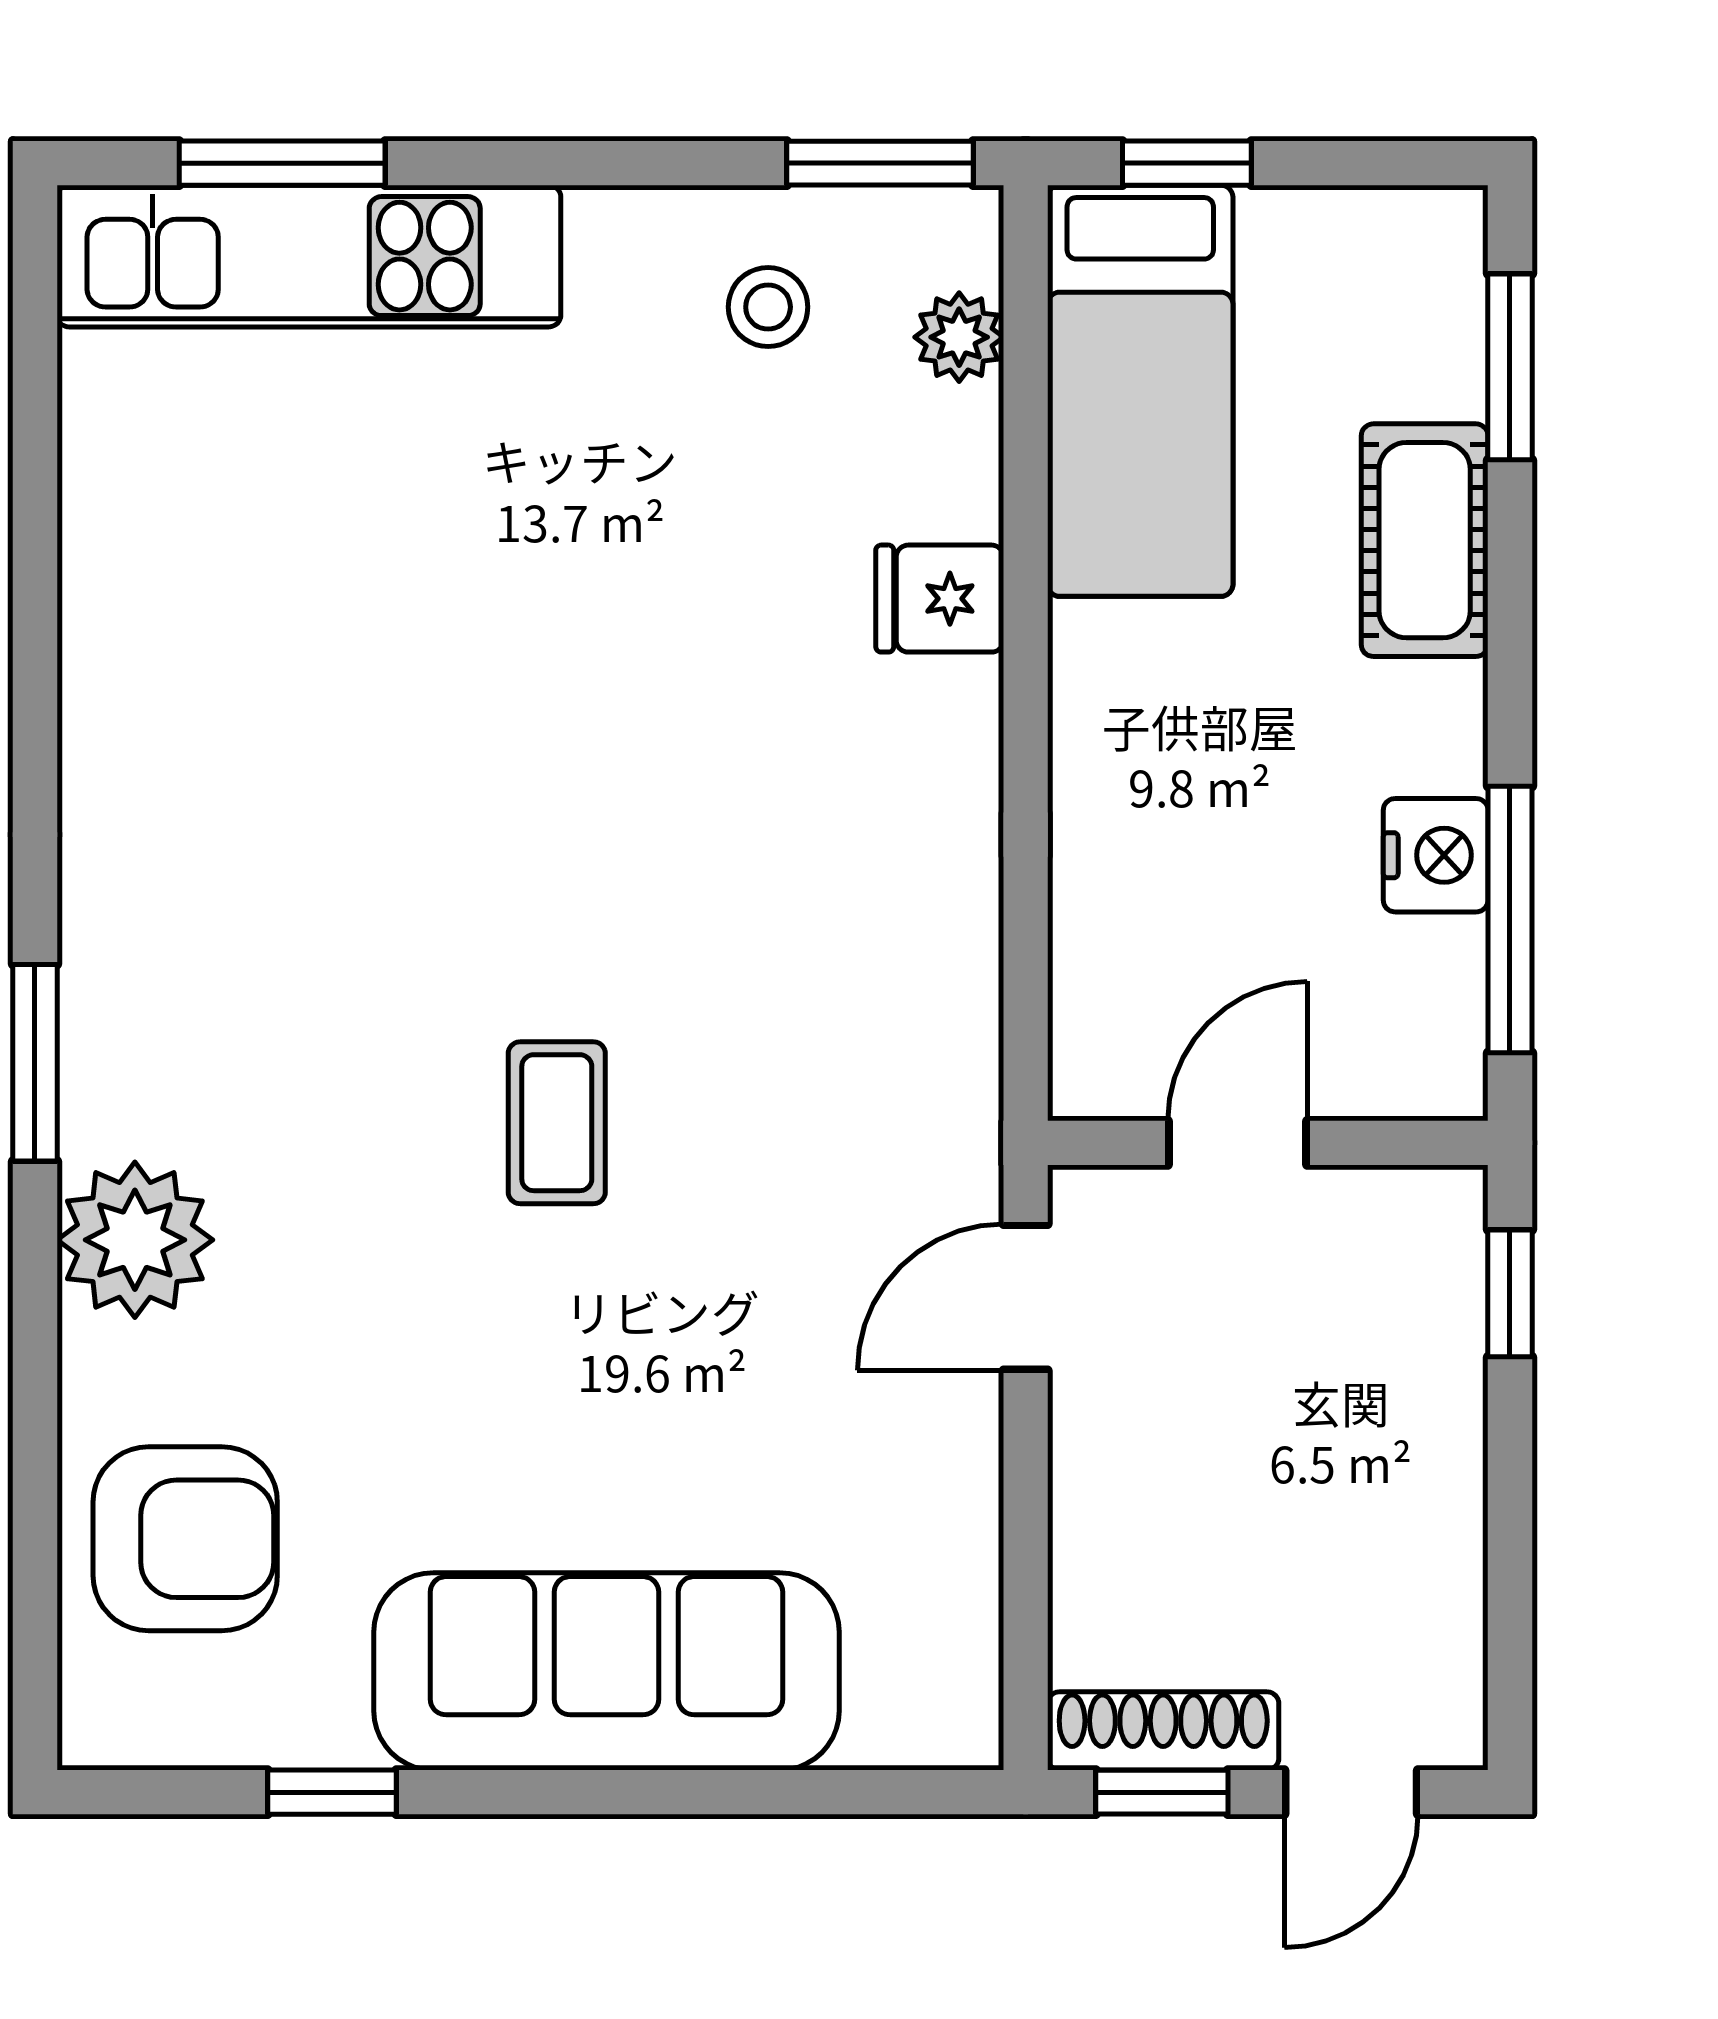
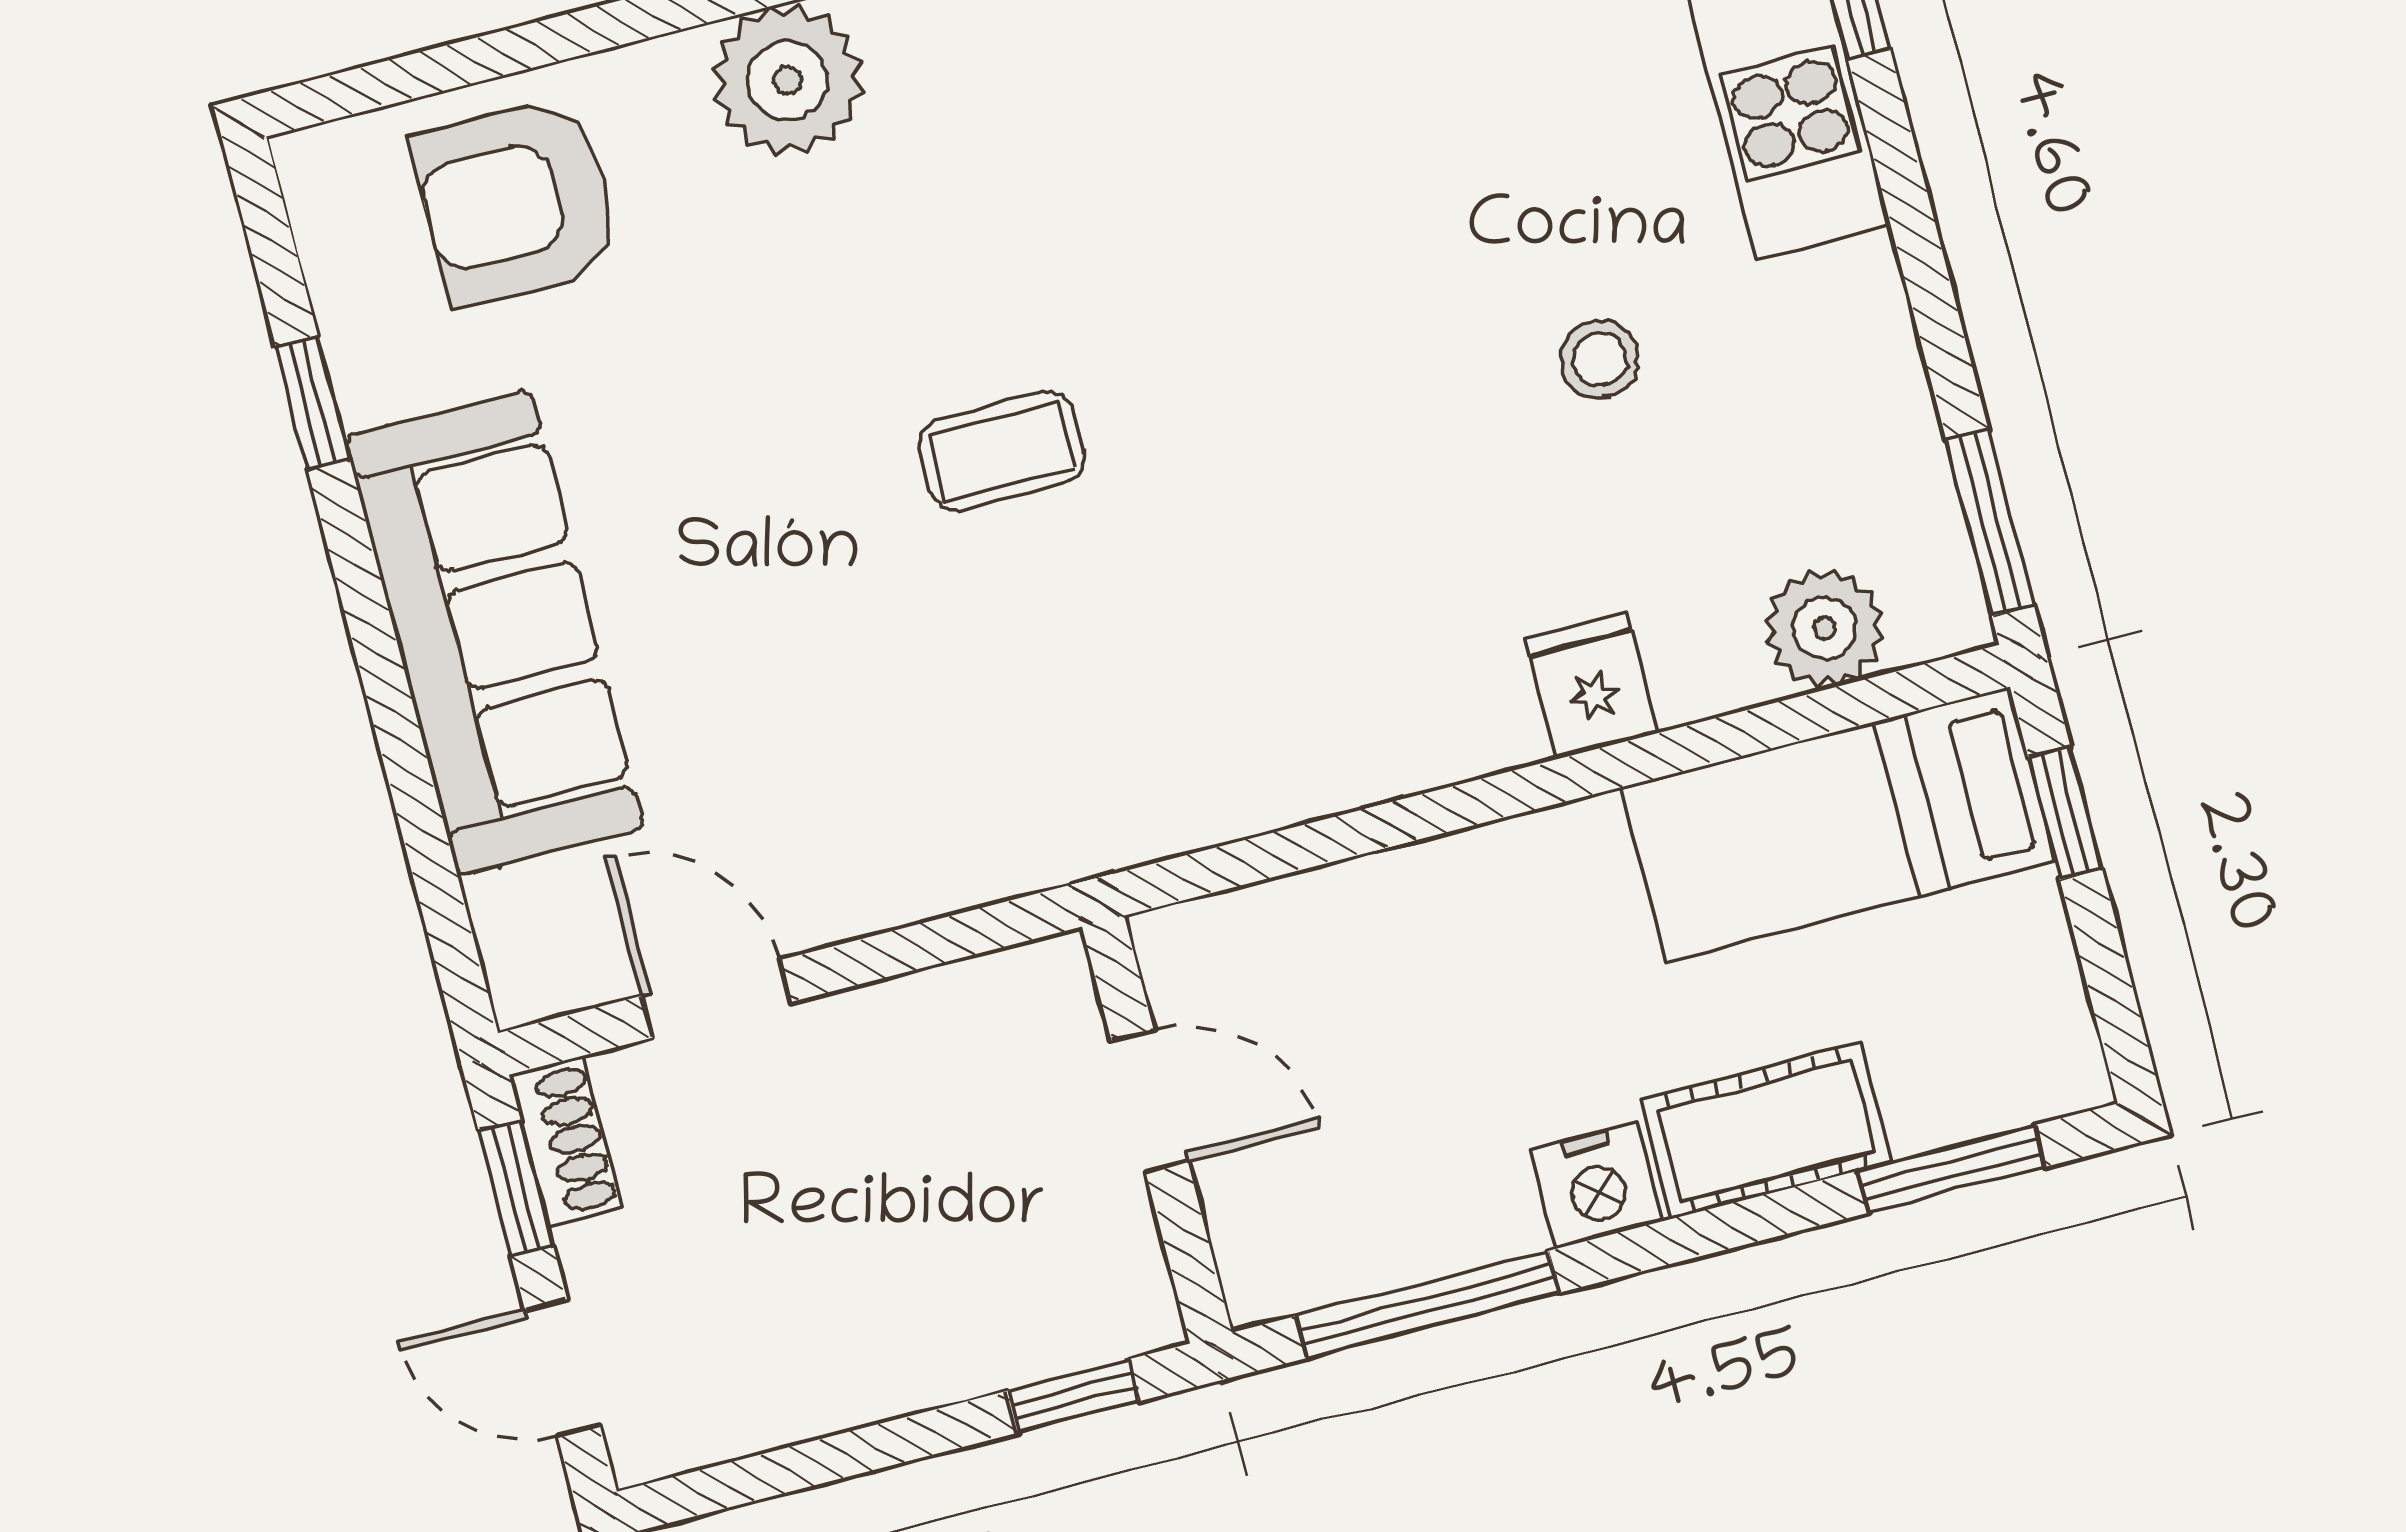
stool: (768, 307) -> (1600, 359), moved
plant: (959, 337) -> (1825, 628), width x1.38, depth x1.38
nightstand: (1436, 855) -> (1596, 1186), moved
door: (1026, 1297) -> (716, 999), moved
armchair: (185, 1539) -> (517, 201), turned 90
shoe rack: (1163, 1731) -> (566, 1142), width x0.70

